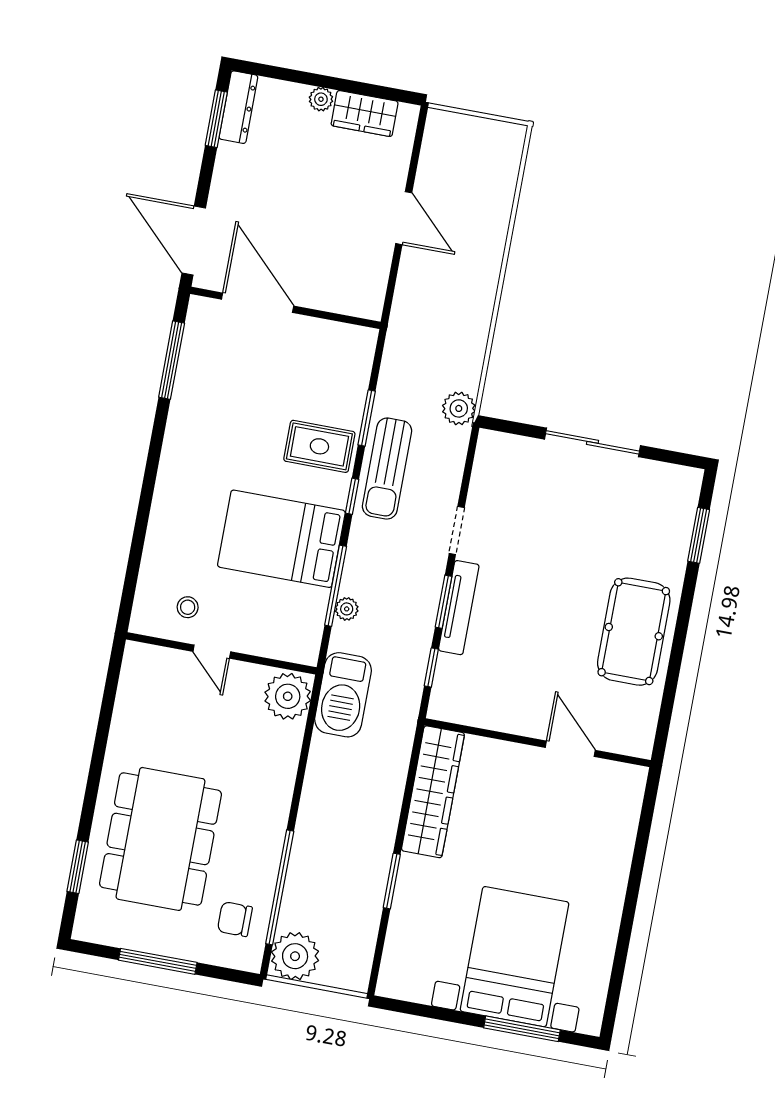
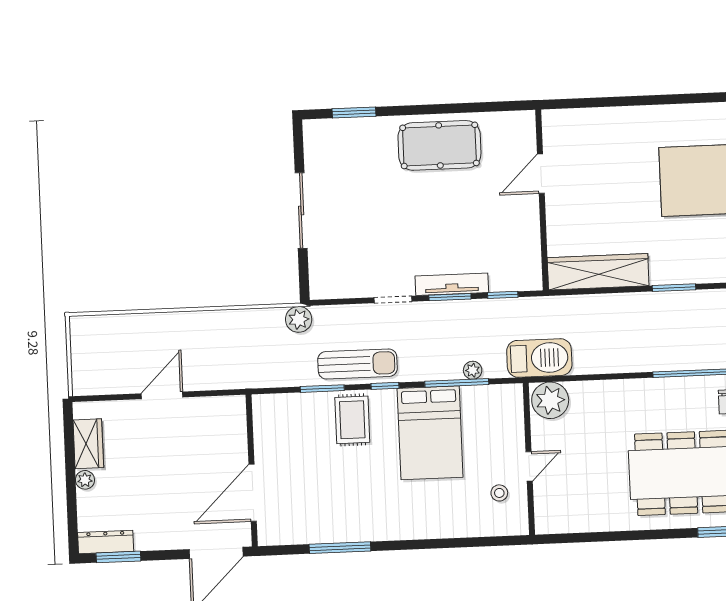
window: (172, 360) -> (340, 548), moved

